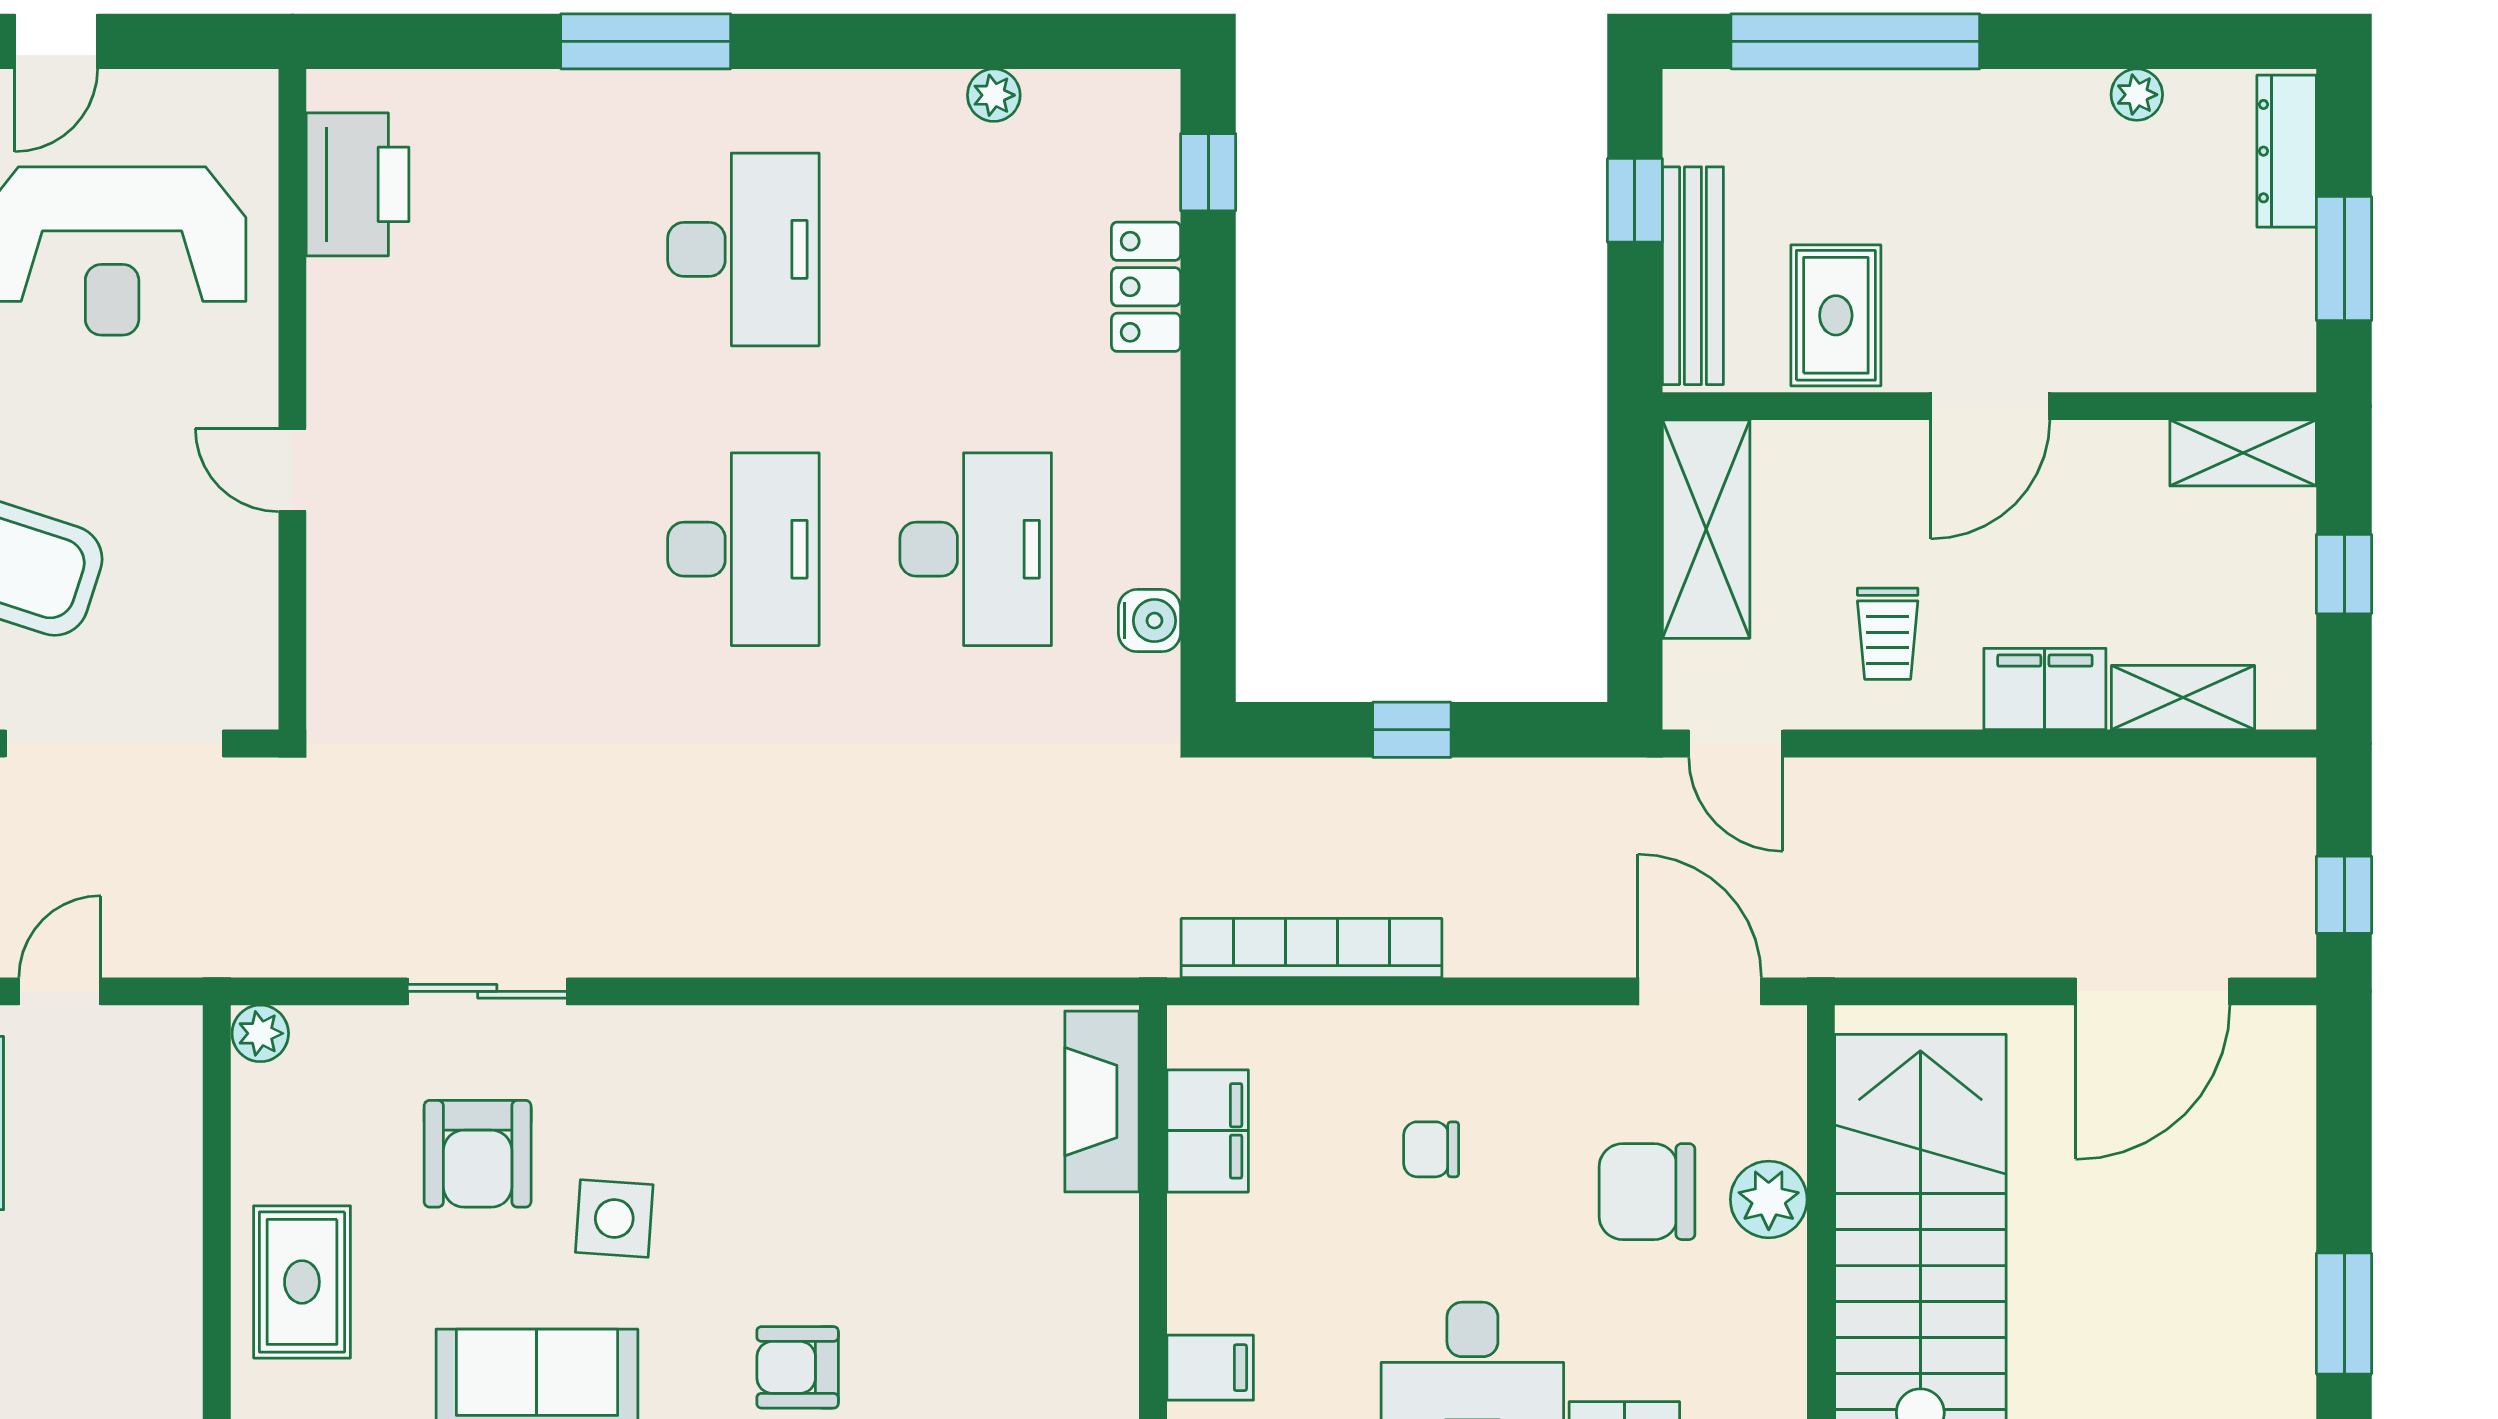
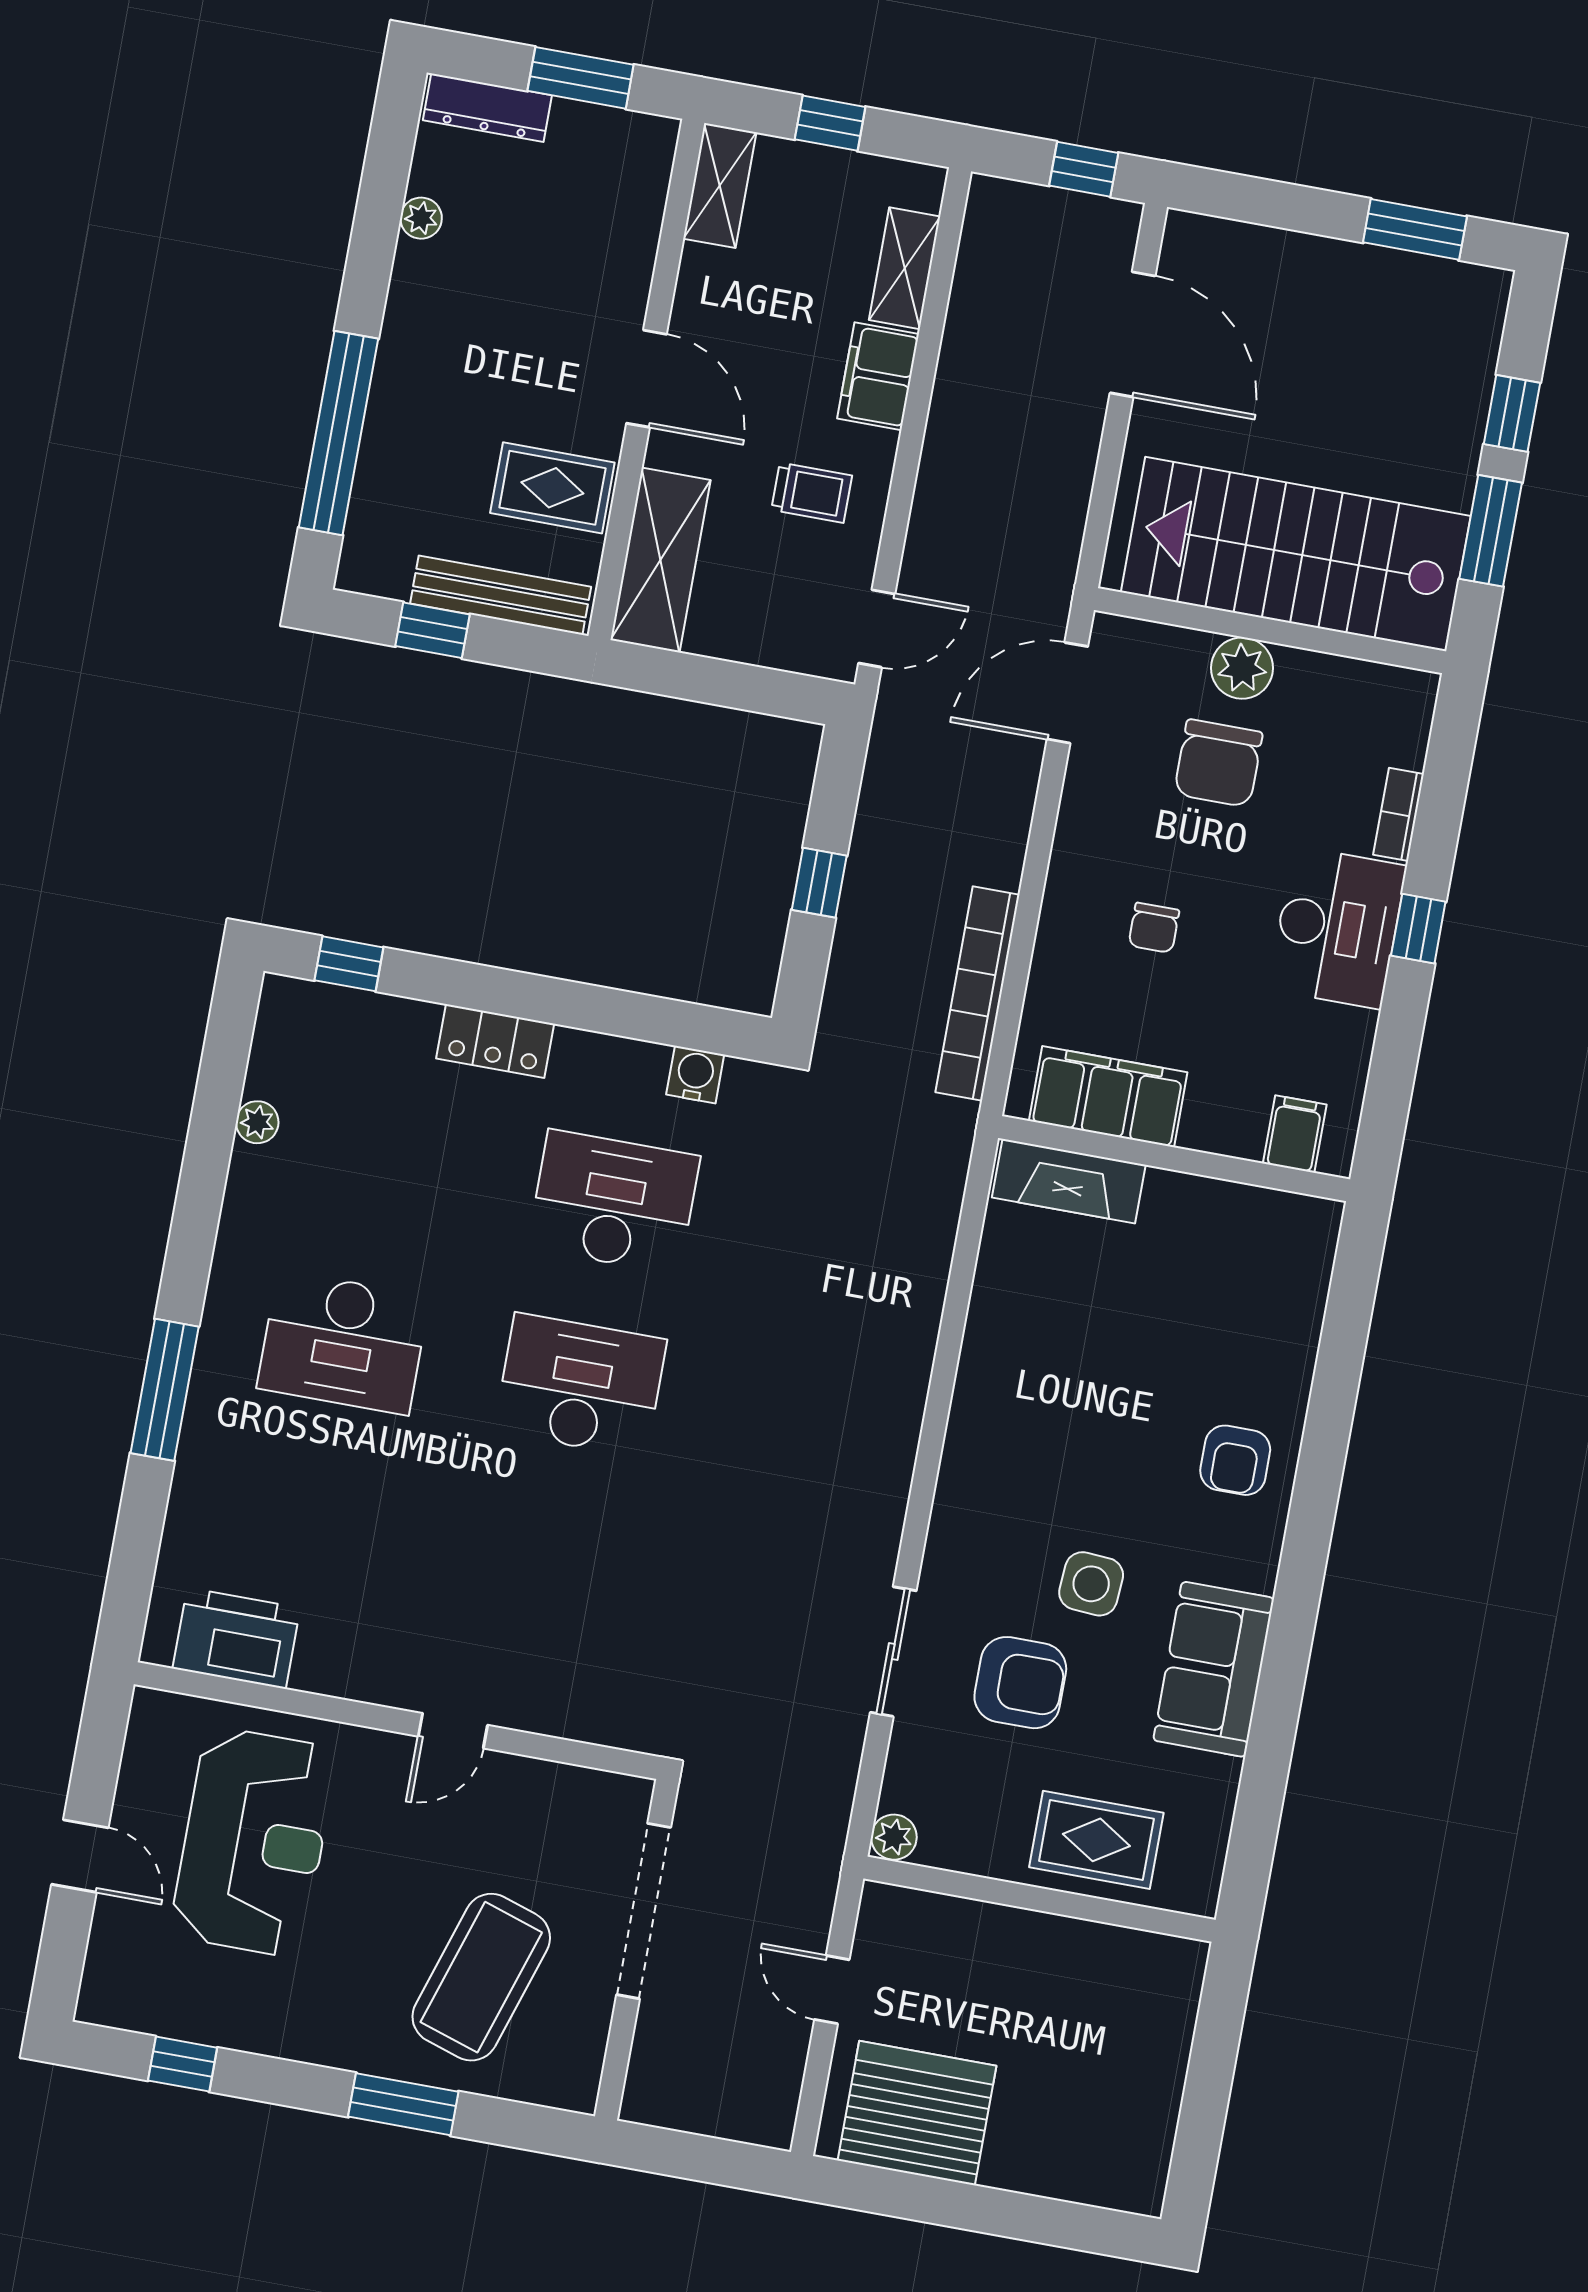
desk: (743, 249) -> (343, 1342), turned 180
locker: (1146, 287) -> (495, 1041), moved
shelving: (1706, 529) -> (660, 560), moved, turned 90
filing cabinet: (1208, 1131) -> (1108, 1097), width x1.50, depth x1.17

